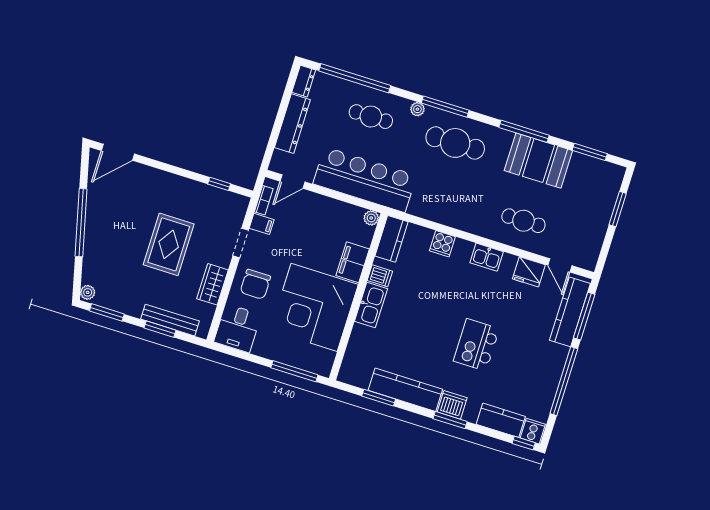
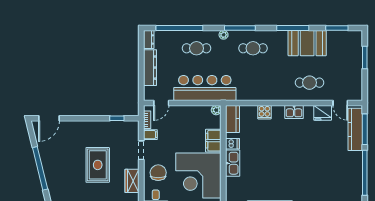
cafe table: (455, 143) -> (253, 48), width x0.73, depth x0.74
chair: (255, 284) -> (158, 173), turned 180
kitchen island: (476, 345) -> (305, 167), removed

